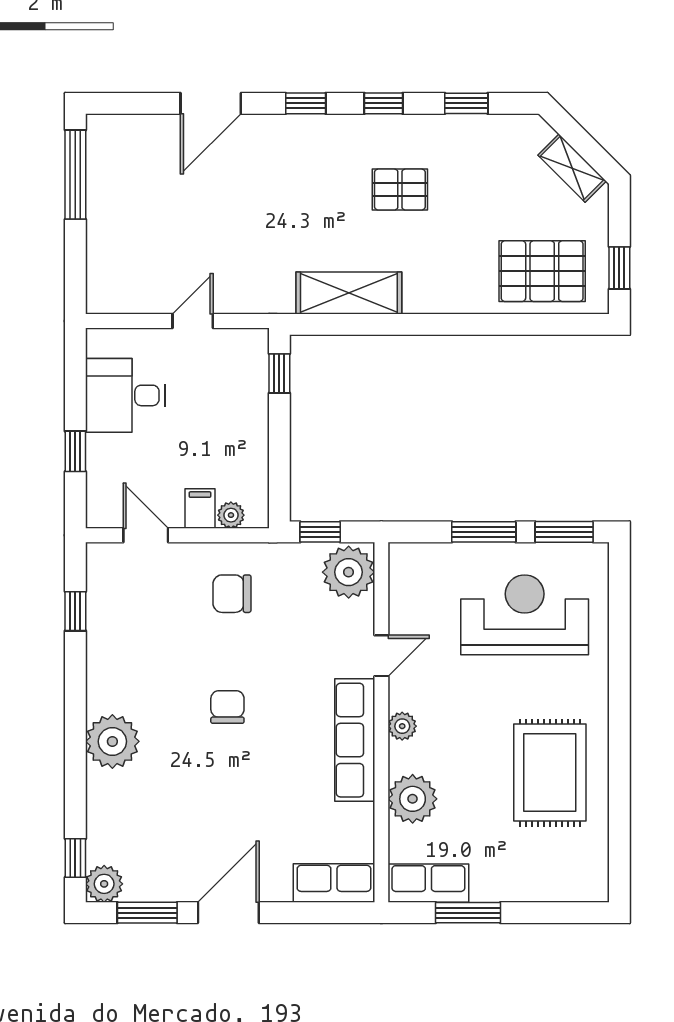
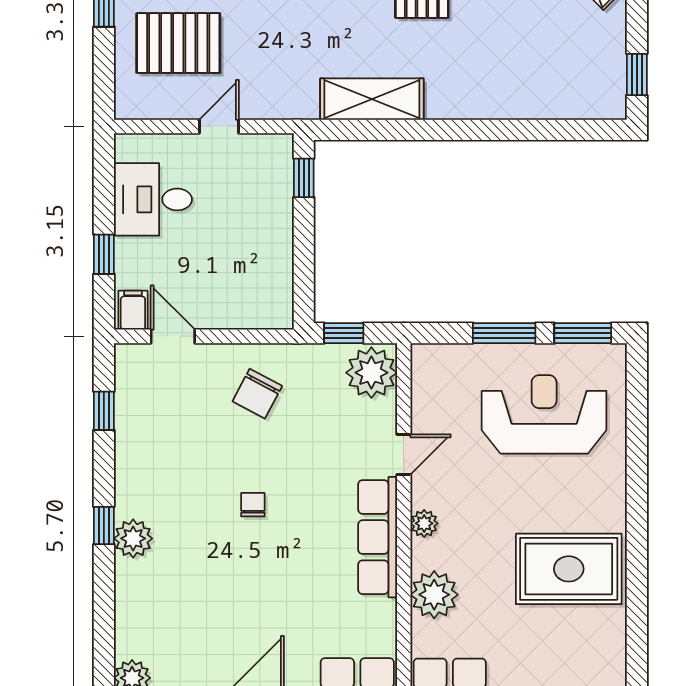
pallet: (542, 271) -> (178, 43), moved
filing cabinet: (200, 508) -> (133, 310), moved
plant: (231, 515) -> (256, 317), removed
chair: (232, 594) -> (257, 394), turned -62
chair: (227, 707) -> (253, 505), width x0.73, depth x0.73
plant: (112, 741) -> (133, 538), width x0.73, depth x0.73
rug: (550, 773) -> (569, 569), turned 90
window: (75, 858) -> (104, 526), moved

